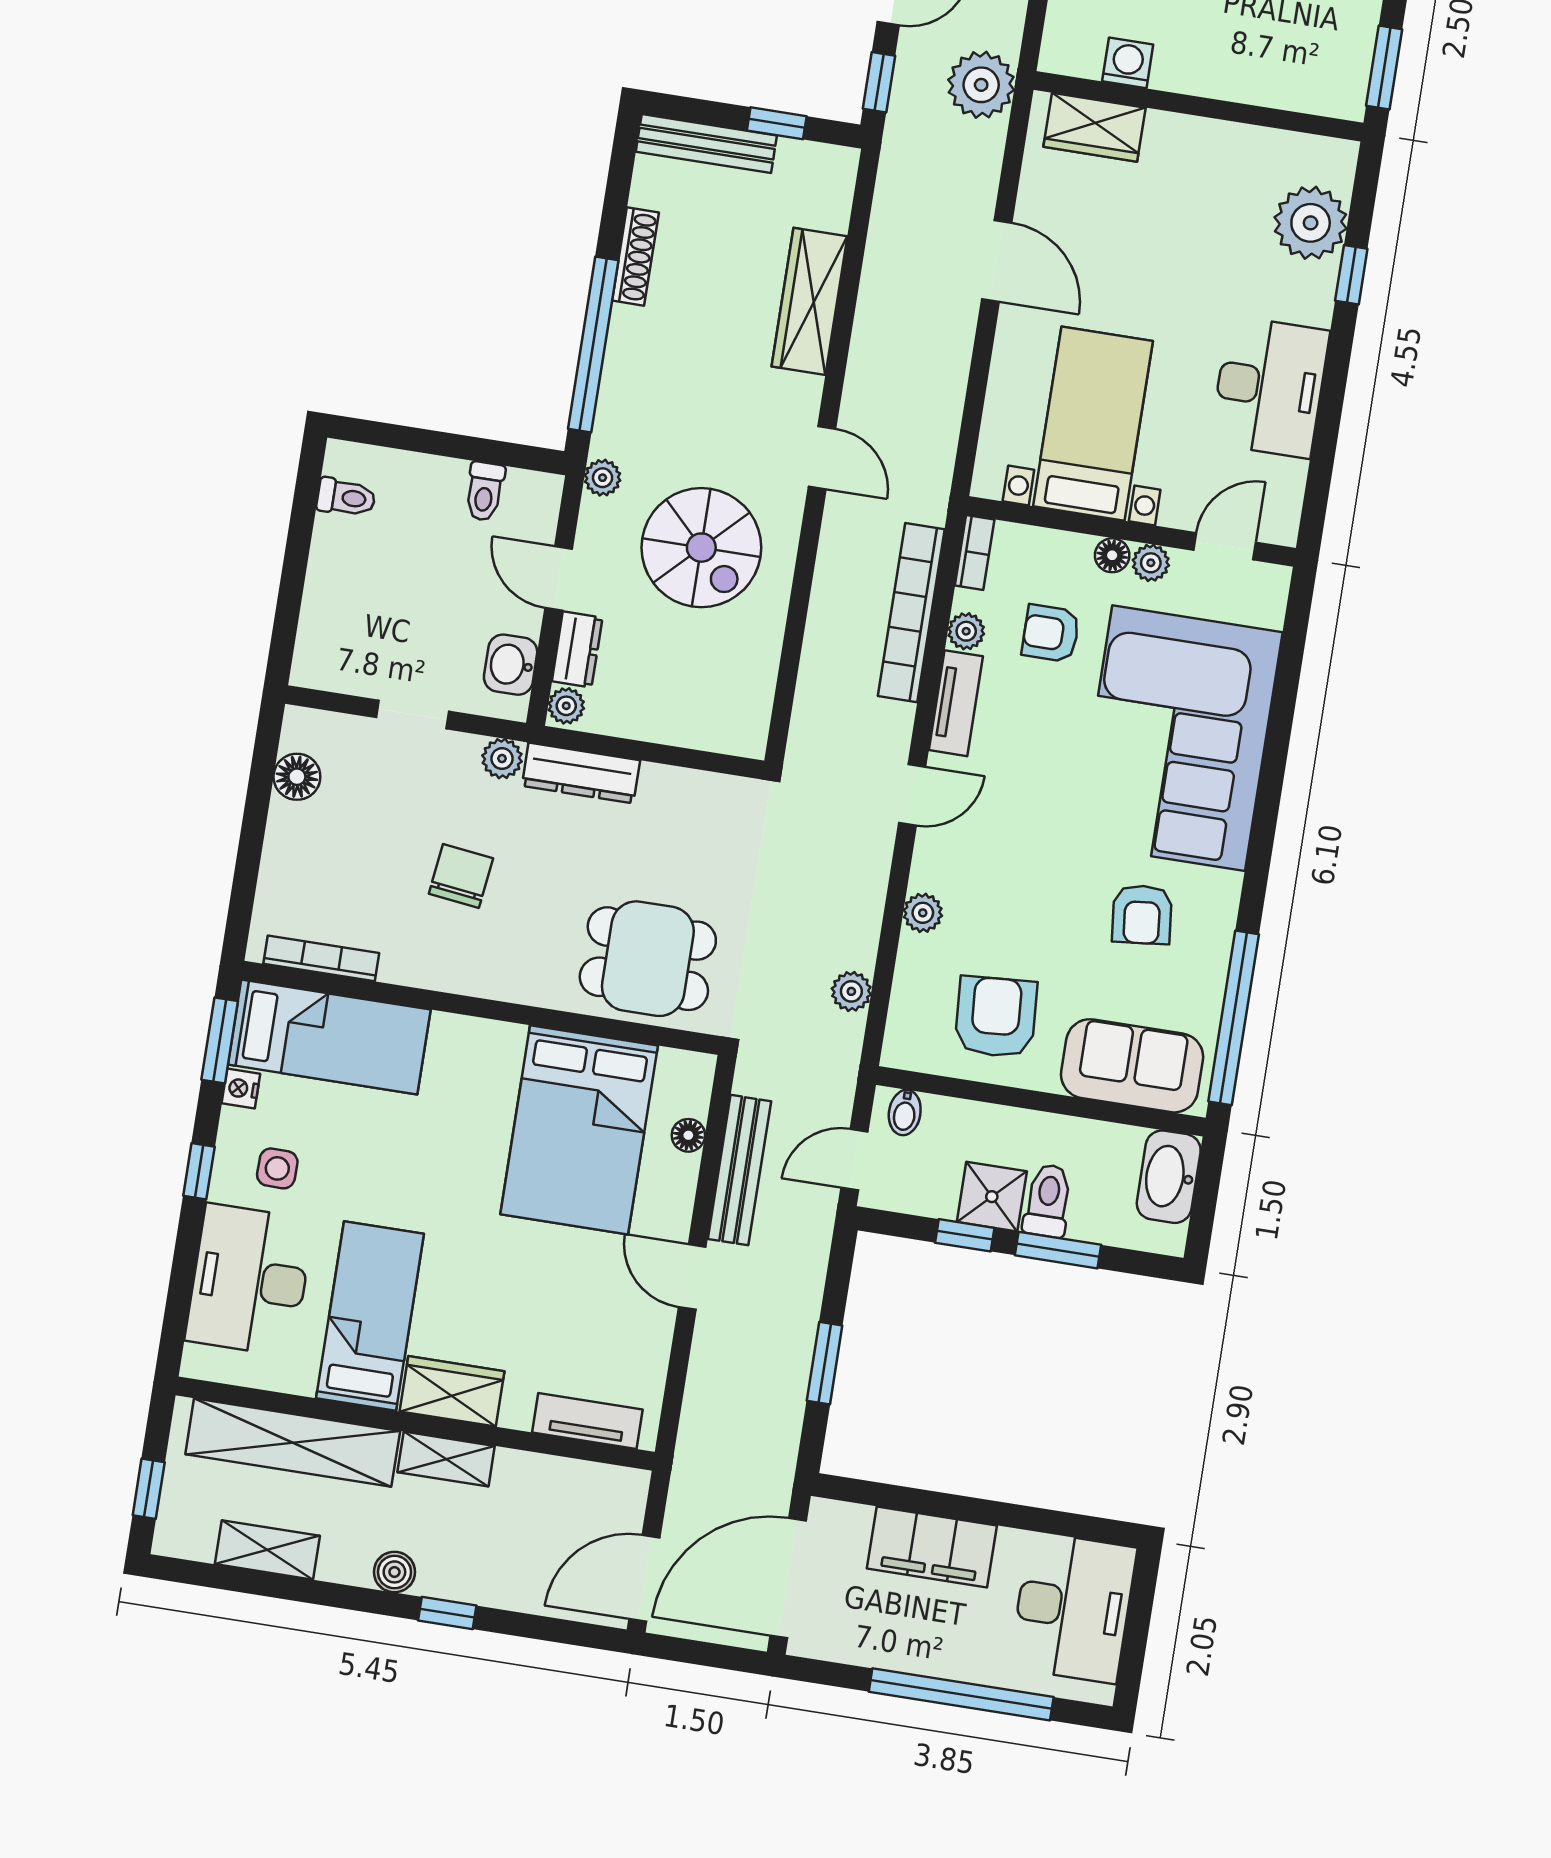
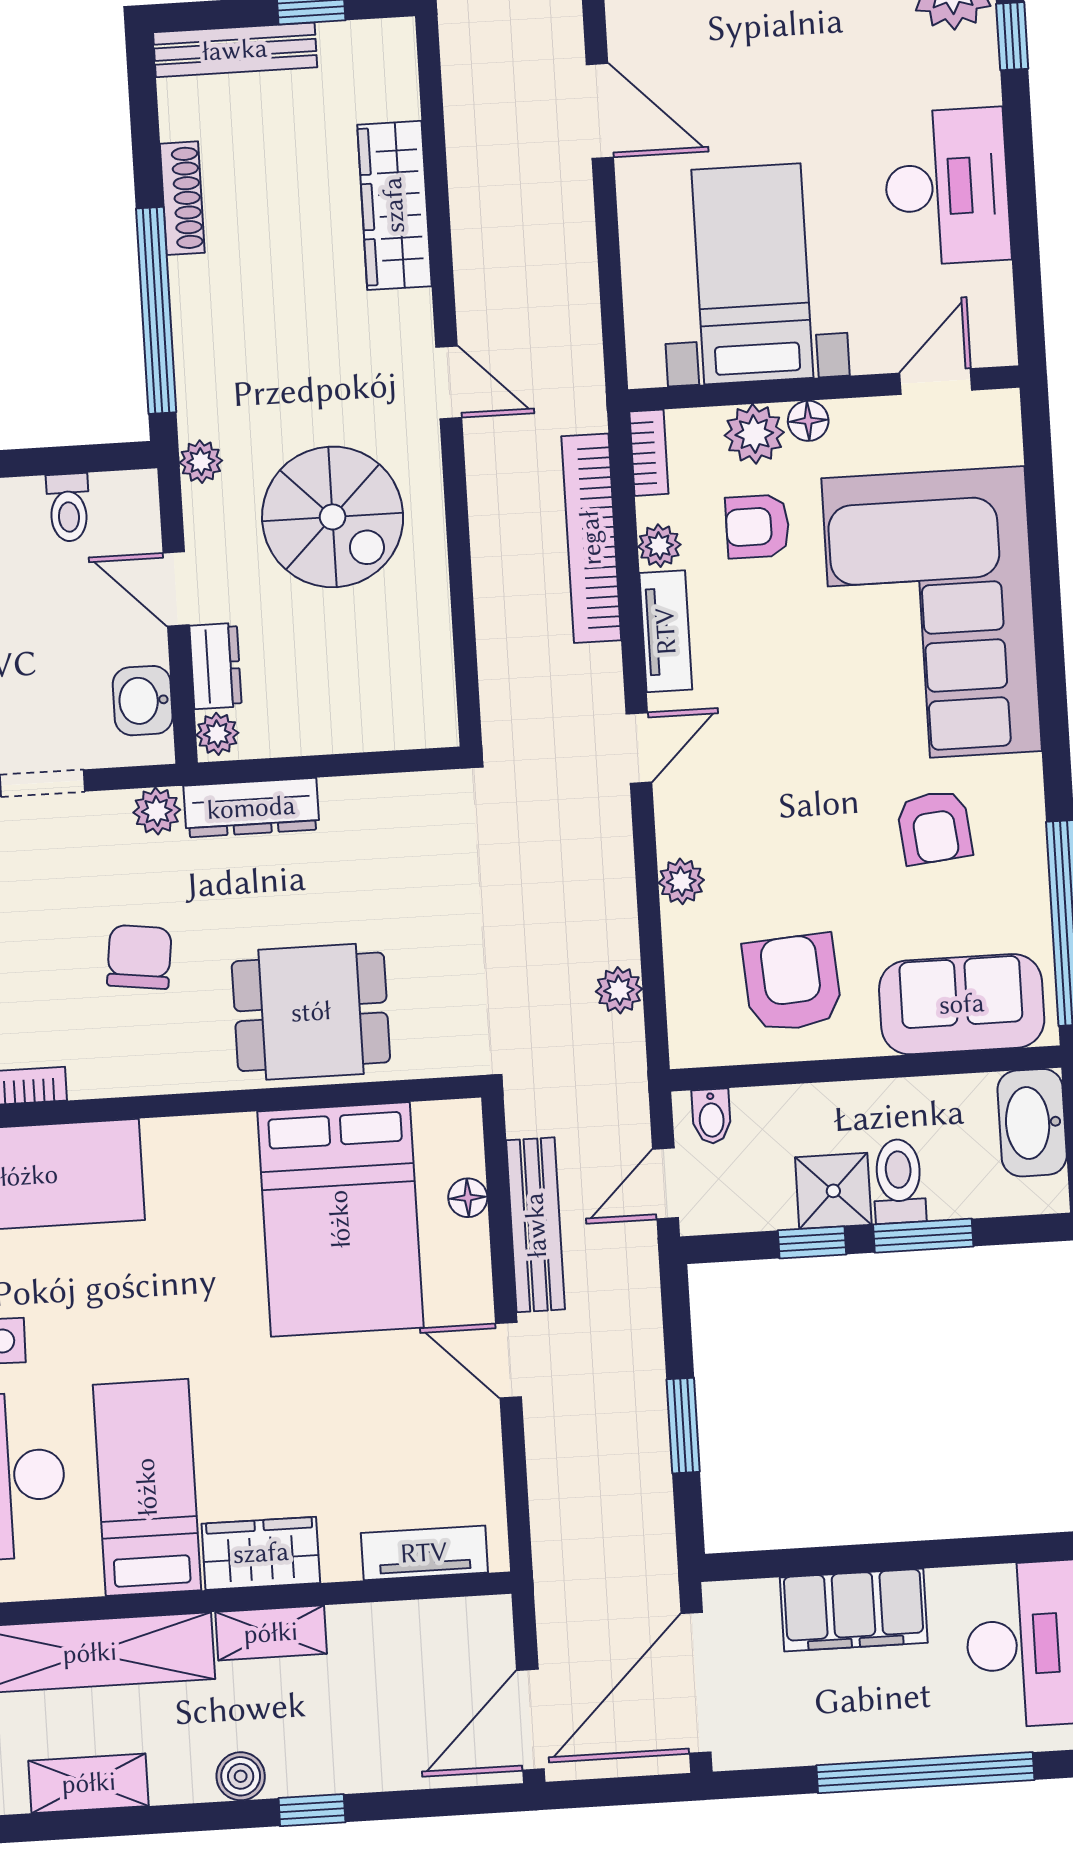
plant: (1151, 563) -> (754, 434), moved, width x1.38, depth x1.38
dining table: (648, 959) -> (311, 1012), moved

